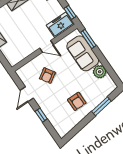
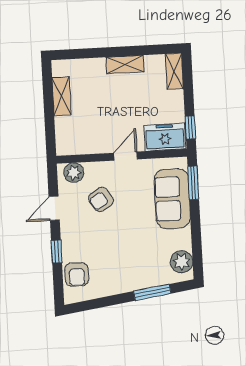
door: (46, 46) -> (126, 156), swing flipped
plant: (26, 70) -> (74, 173), added
plant: (100, 72) -> (182, 262), moved
armchair: (77, 101) -> (77, 274), moved

